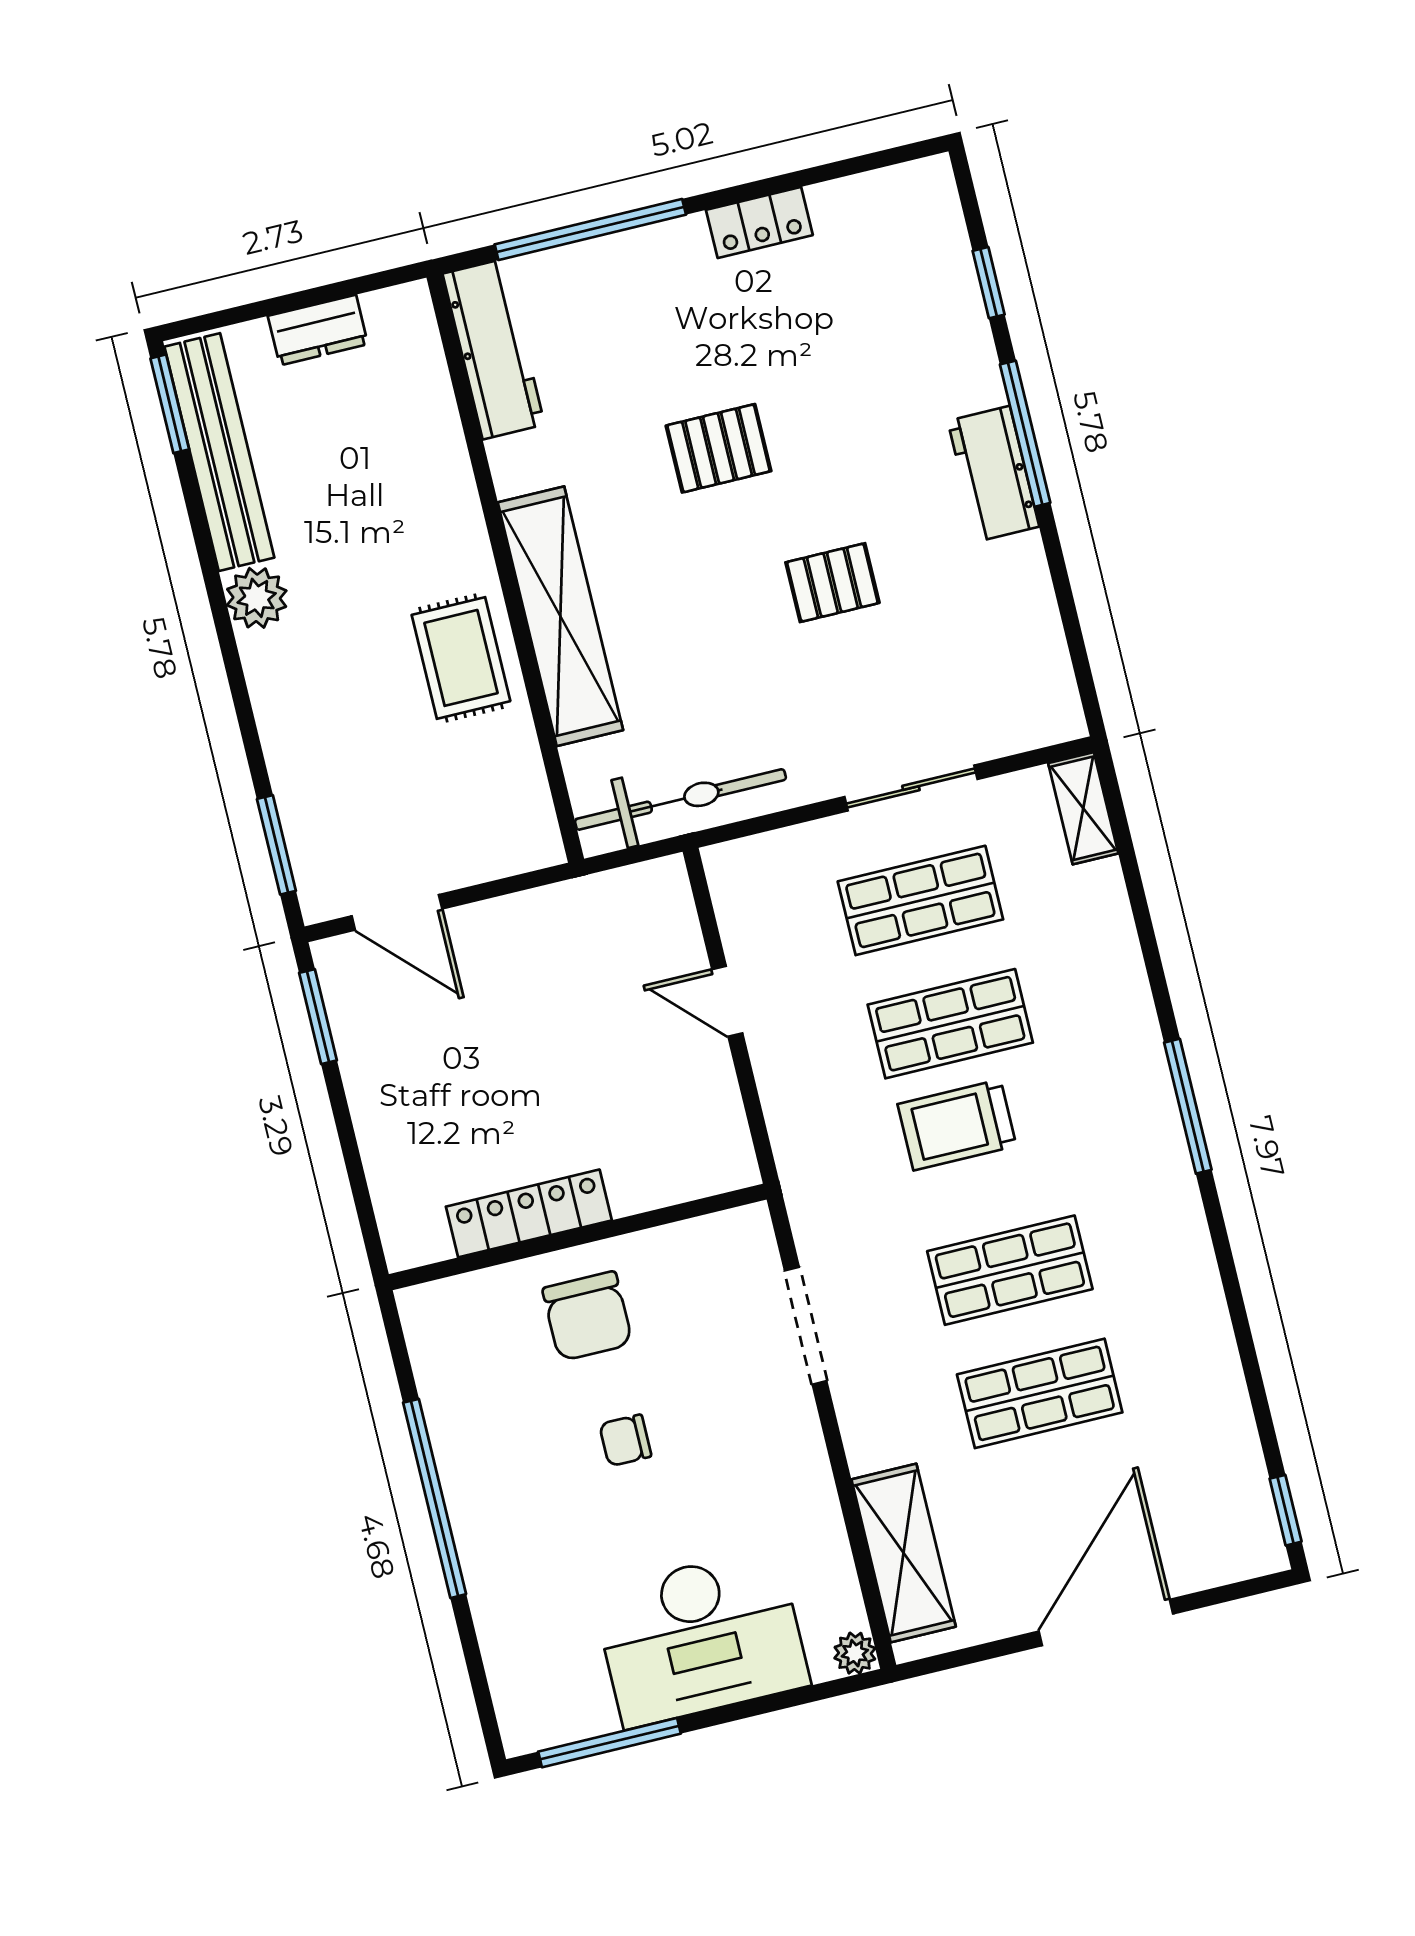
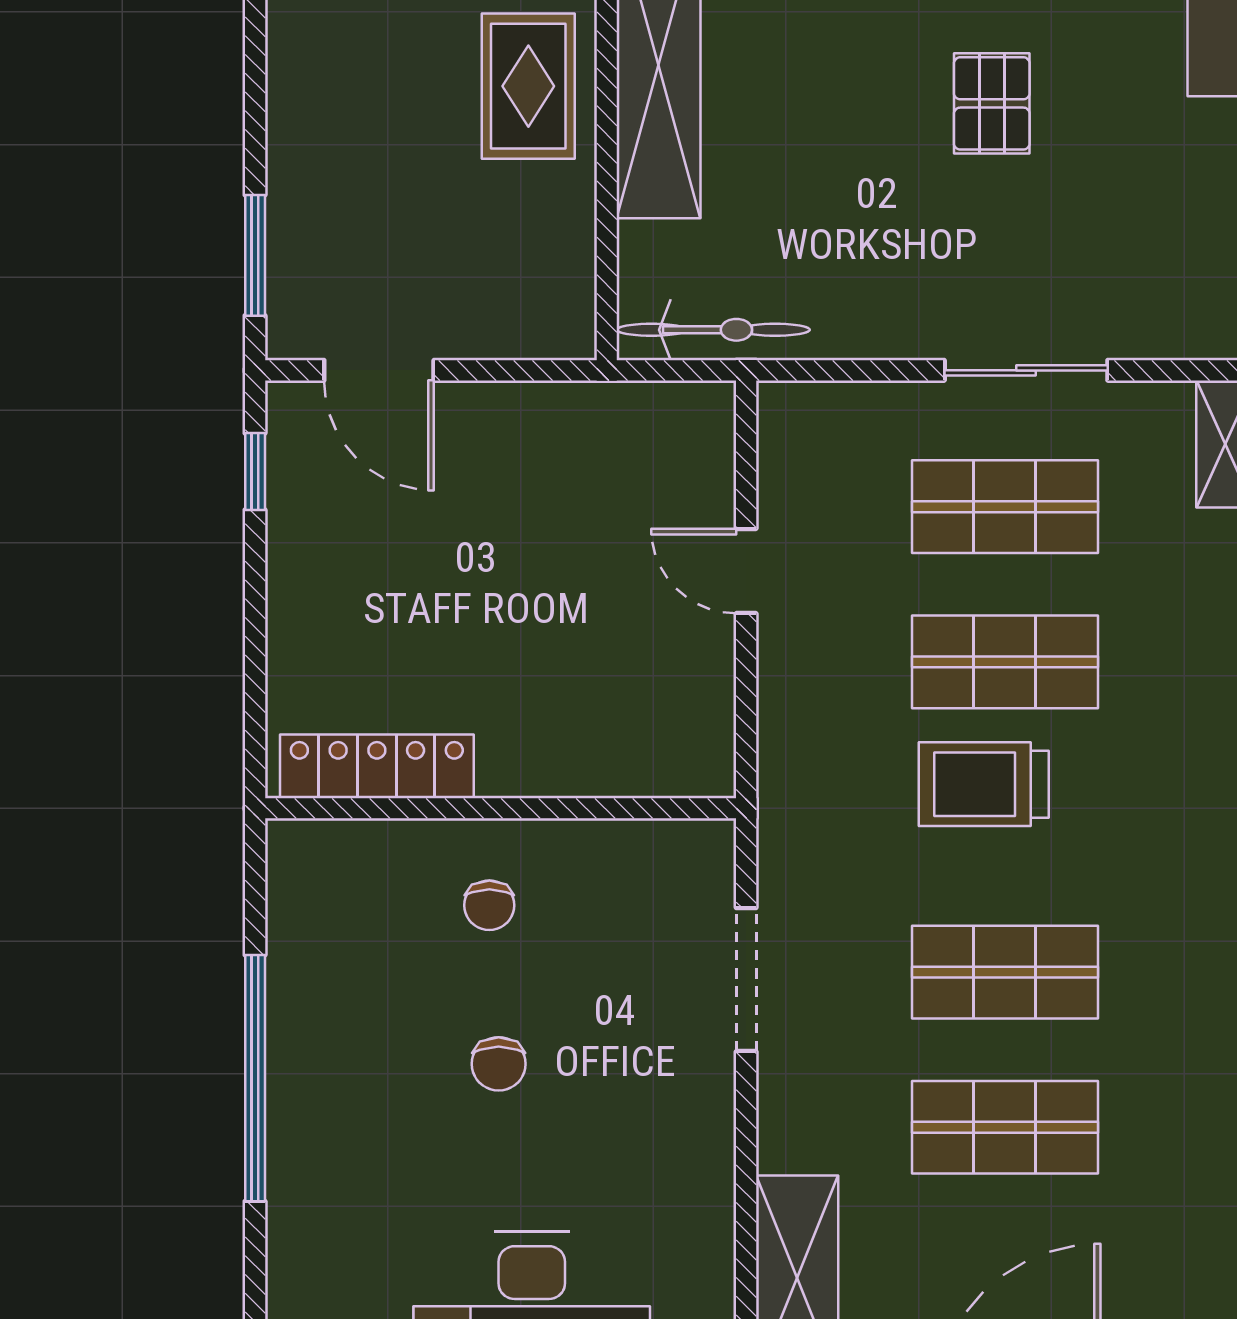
pallet: (832, 583) -> (992, 103), turned 90
bicycle: (680, 799) -> (713, 330), width x0.73, depth x0.71
window: (318, 1017) -> (255, 472), width x0.67
locker: (529, 1213) -> (377, 766), moved
chair: (587, 1316) -> (489, 905), width x0.54, depth x0.54
chair: (625, 1440) -> (499, 1064), turned -90

